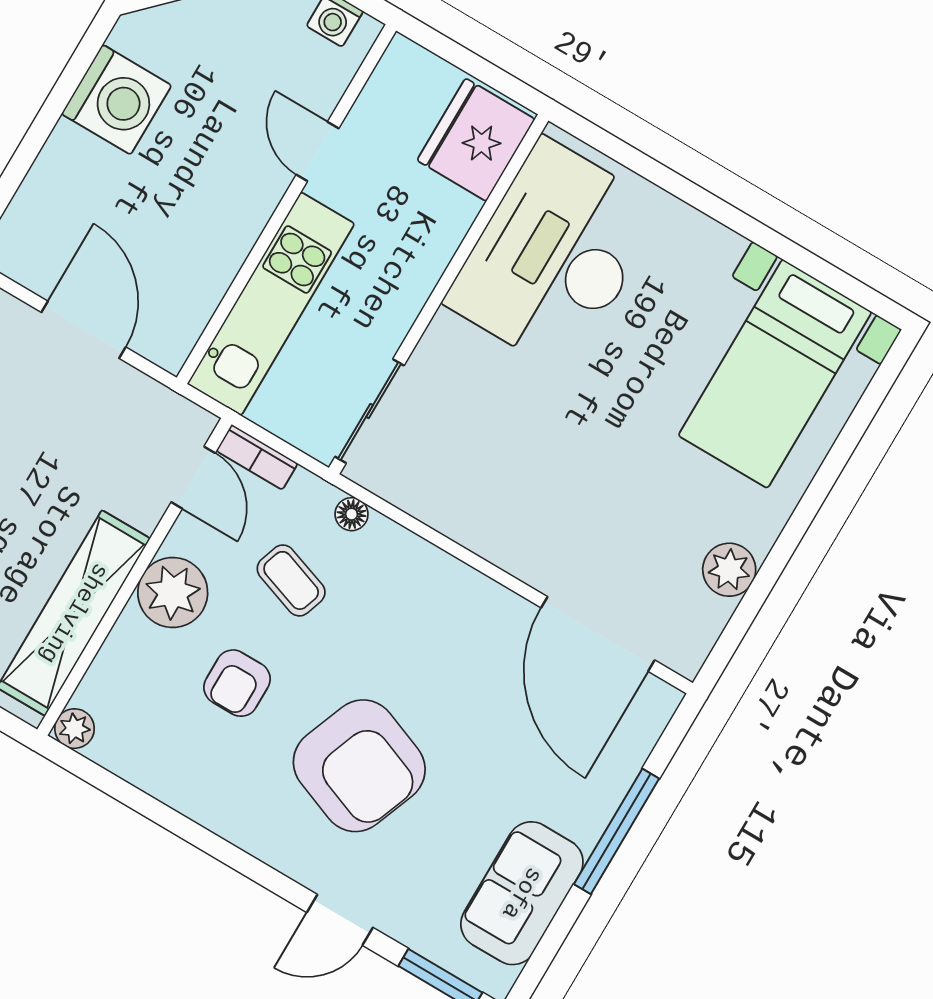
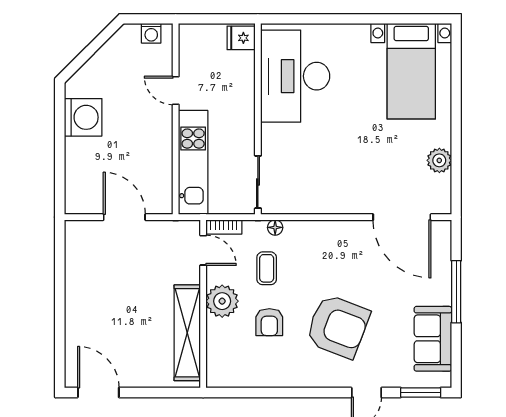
fridge: (476, 140) -> (241, 38), width x0.53, depth x0.75
coffee table: (291, 580) -> (267, 268), turned 71
plant: (75, 729) -> (215, 379), removed

